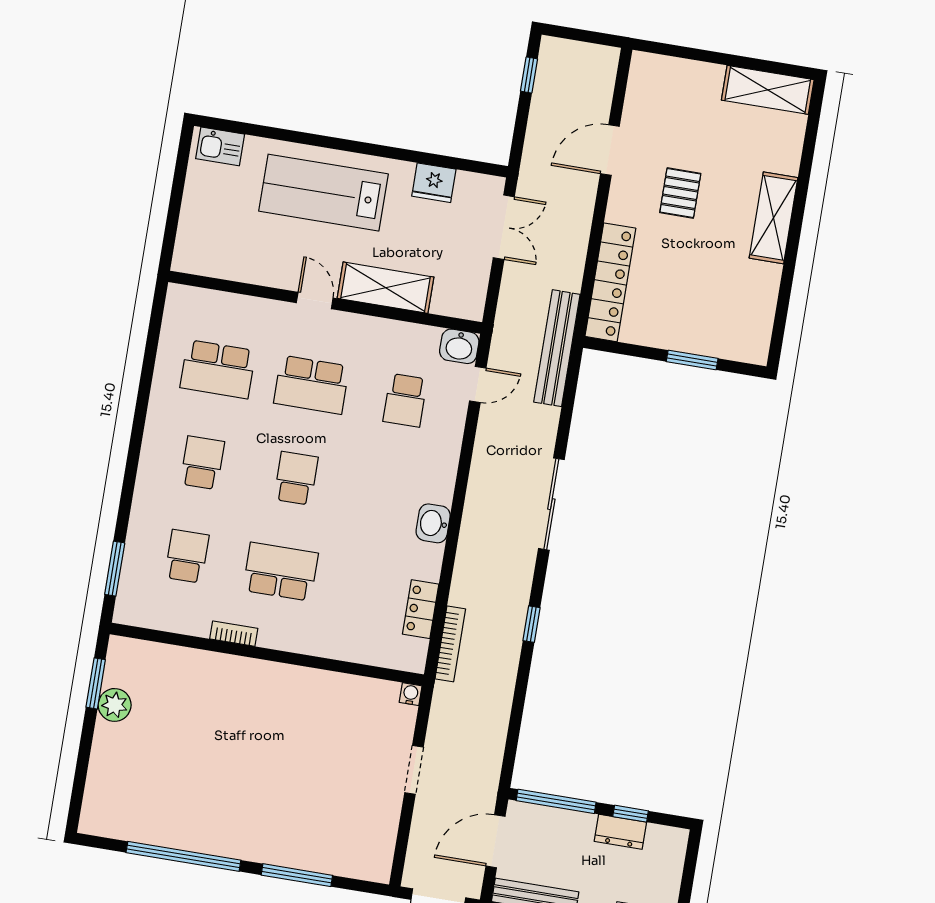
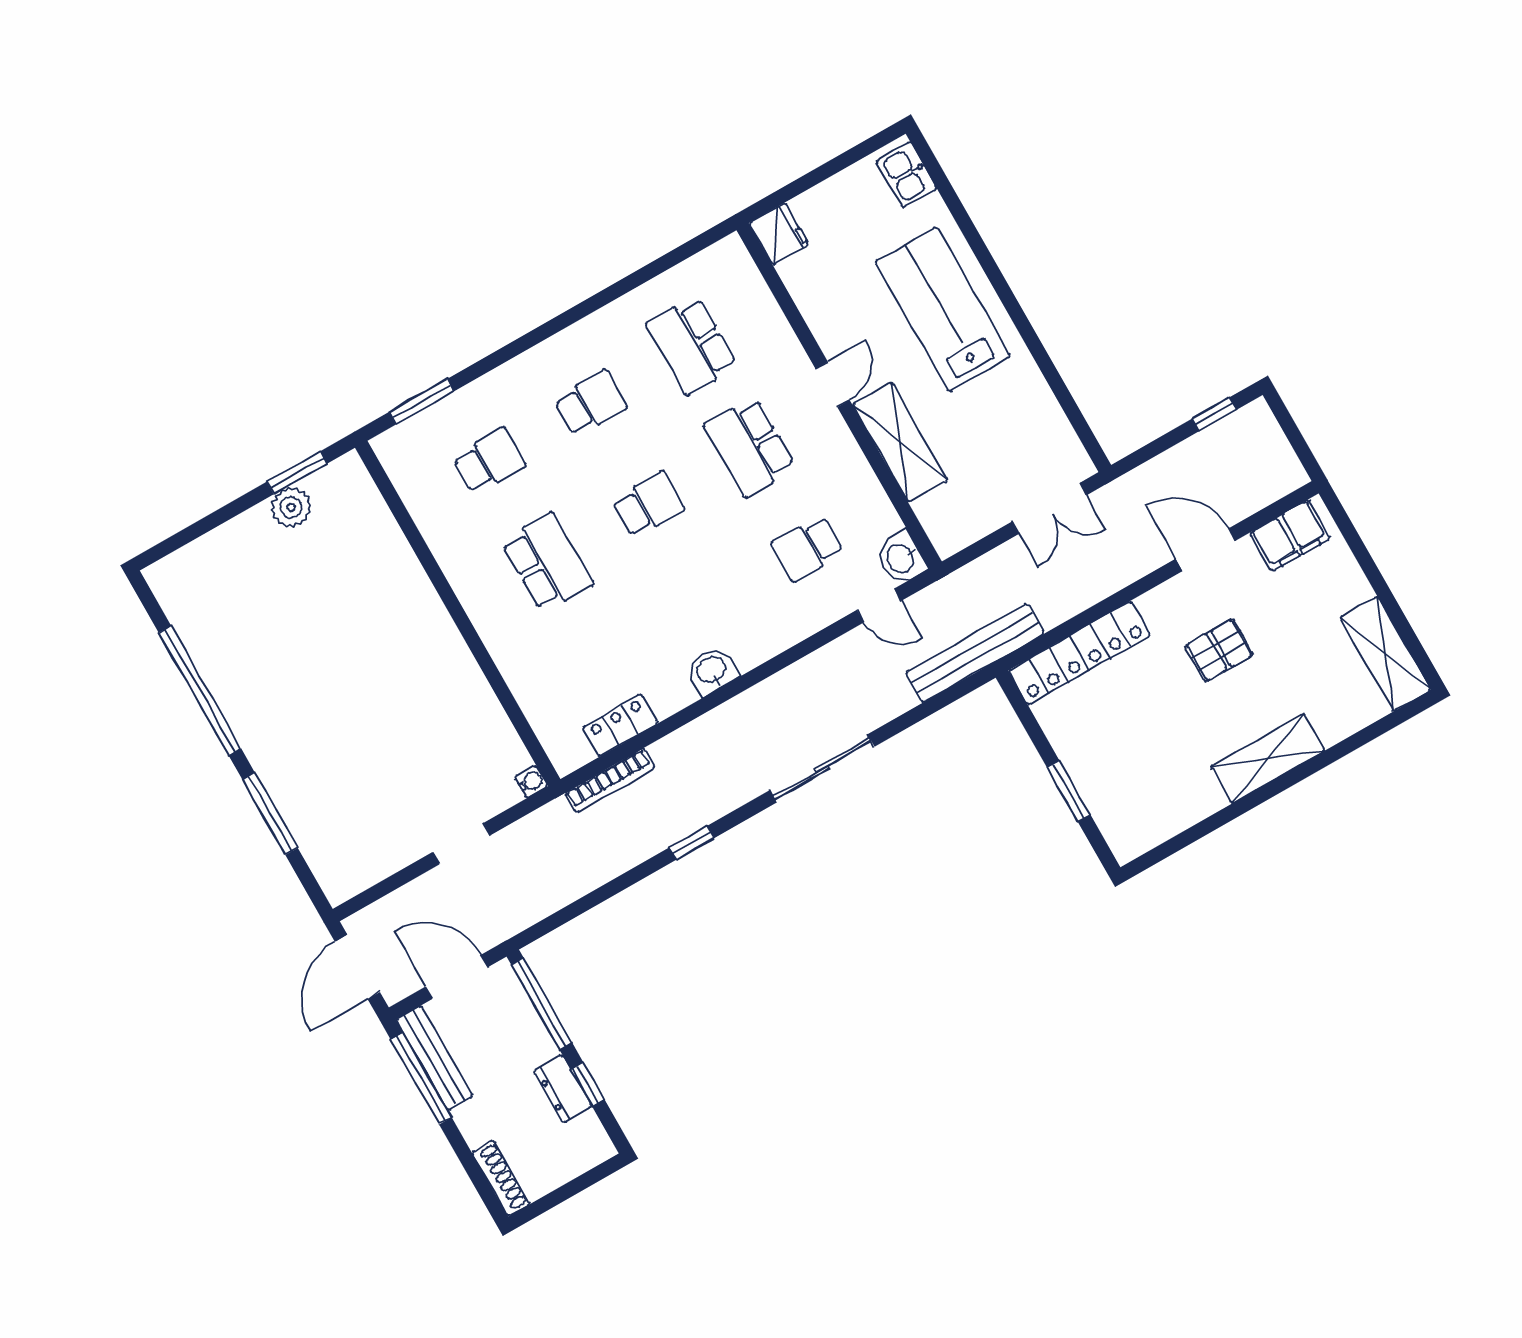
filing cabinet: (644, 89) -> (1290, 535), added
fridge: (434, 183) -> (779, 234), moved, turned 180
bookcase: (234, 634) -> (452, 566), removed

